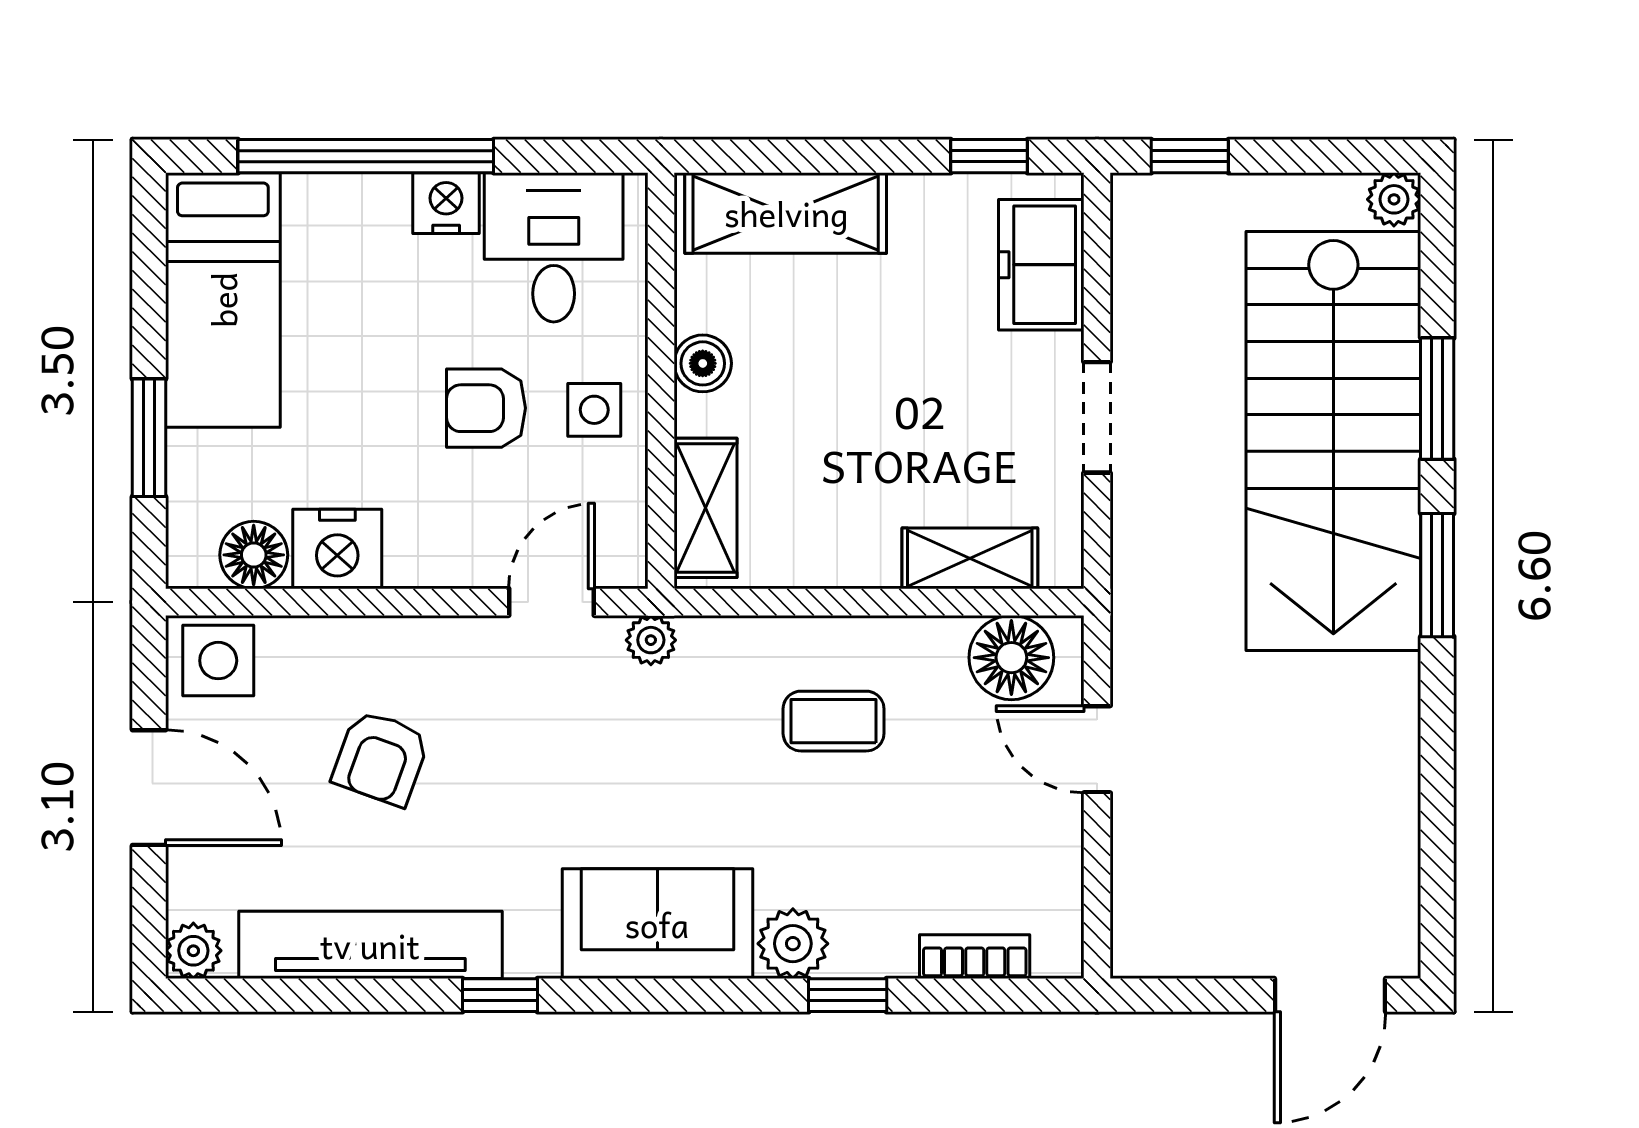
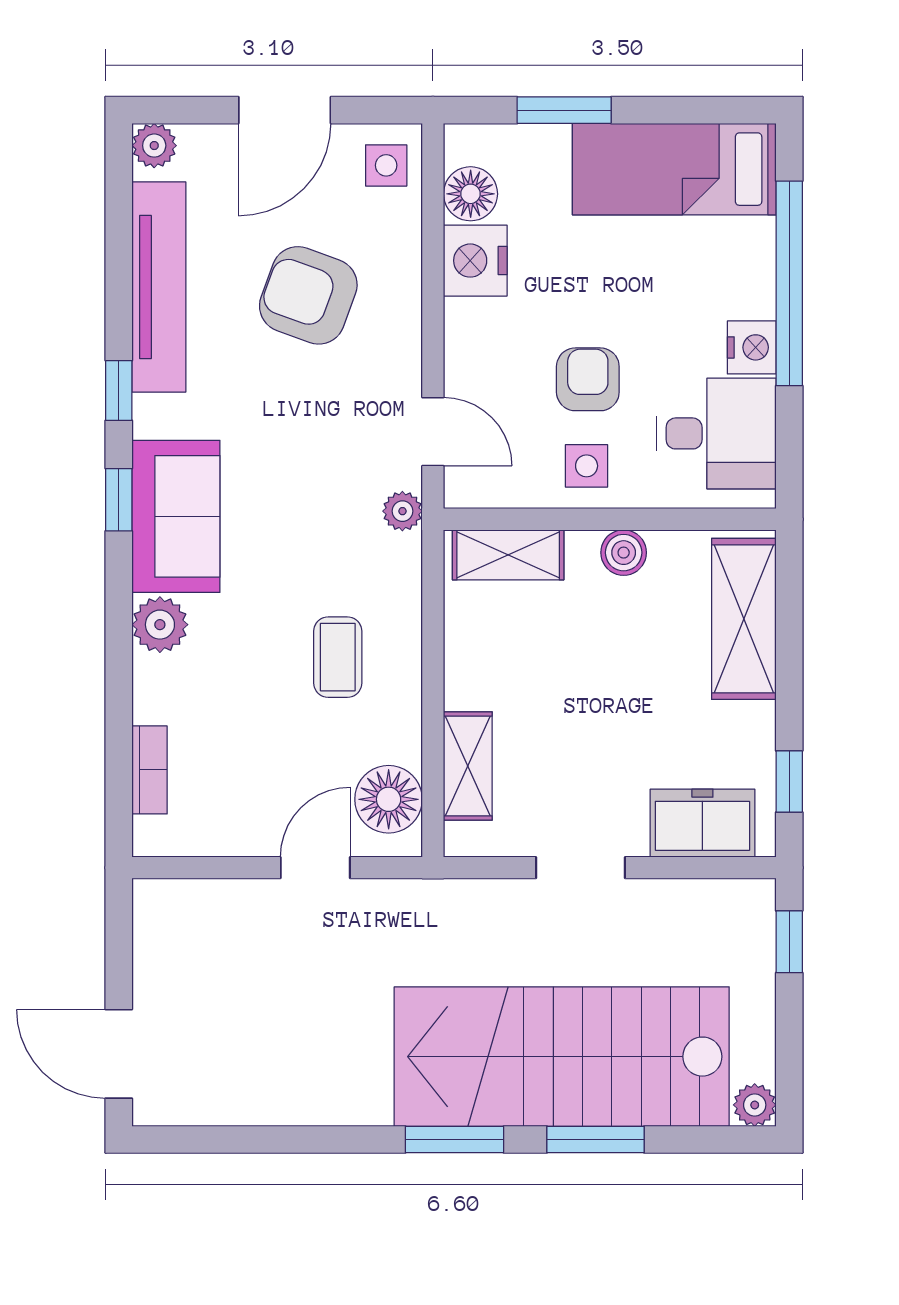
side table: (218, 661) -> (386, 165), width x0.73, depth x0.73
armchair: (381, 758) -> (308, 295), width x1.38, depth x1.38
window: (848, 995) -> (119, 500), moved

